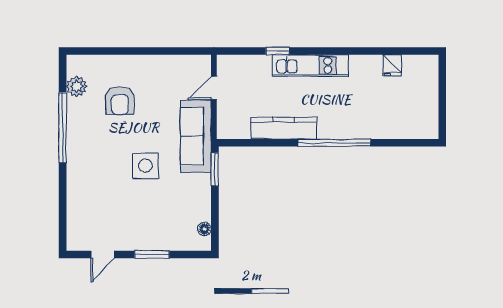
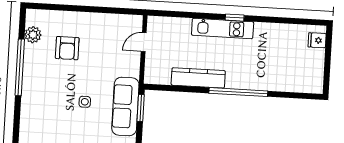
window: (277, 51) -> (235, 18), moved
fridge: (392, 65) -> (317, 40), moved, turned 90
sofa: (196, 136) -> (125, 106), moved
side table: (145, 166) -> (85, 102), width x0.54, depth x0.54

